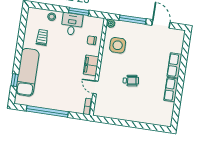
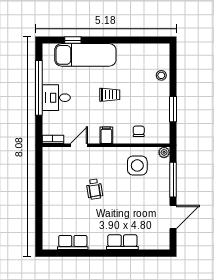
desk: (72, 24) -> (56, 98), moved, turned 180
trolley: (42, 37) -> (110, 95), moved
filing cabinet: (91, 65) -> (106, 135), width x0.50
row of seats: (171, 90) -> (73, 242), moved

